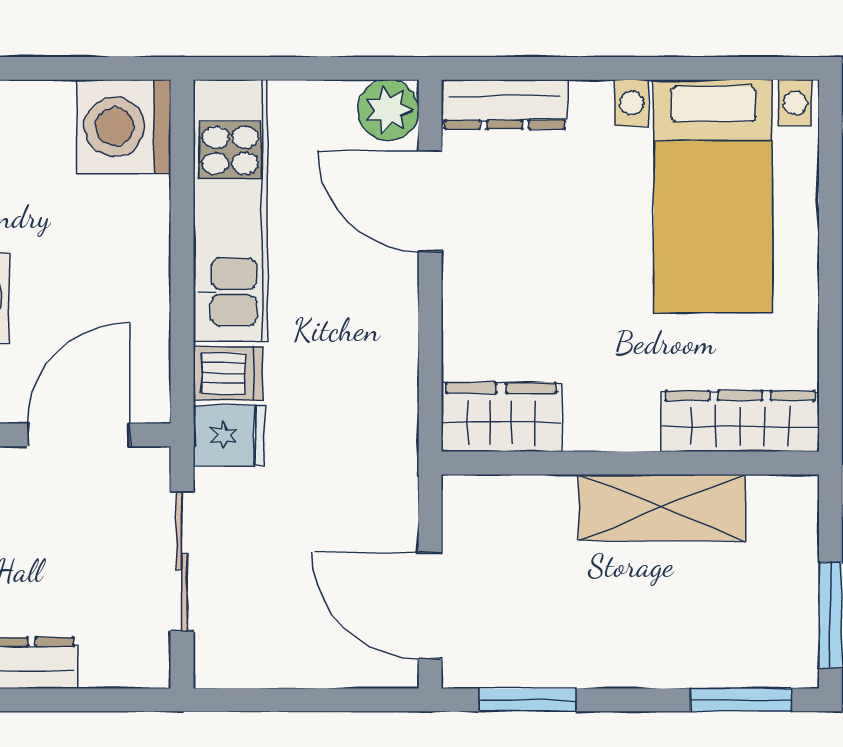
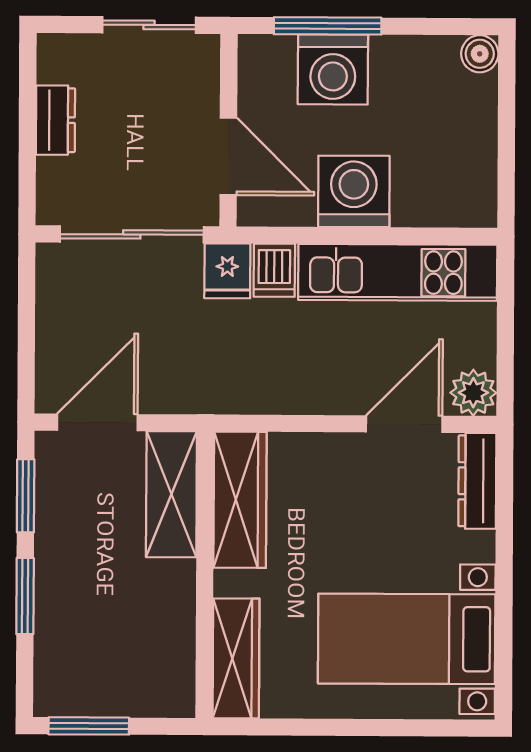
washing machine: (124, 127) -> (354, 191), moved
wardrobe: (501, 417) -> (240, 500), width x1.50
shelving: (662, 507) -> (171, 494), moved
sliding door: (182, 561) -> (132, 234), width x1.37
window: (741, 700) -> (25, 596), moved

